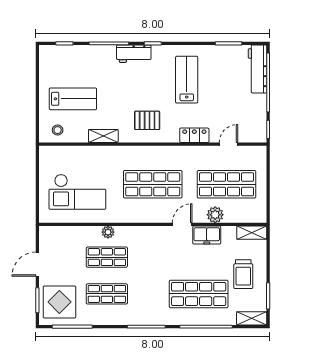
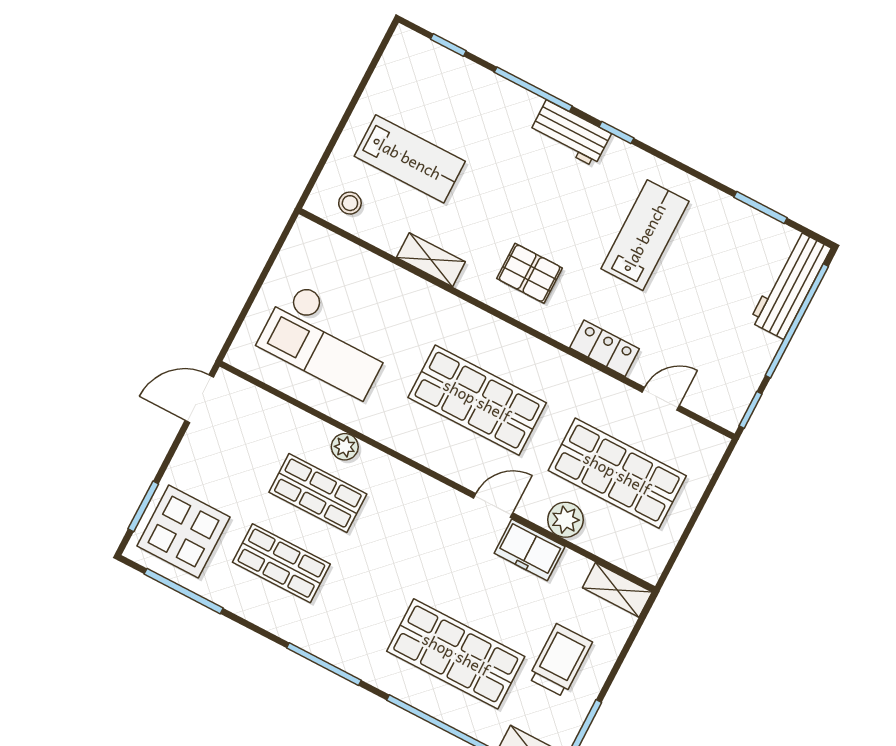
door: (37, 264) -> (199, 399), moved
trolley: (243, 274) -> (560, 660), turned 180

